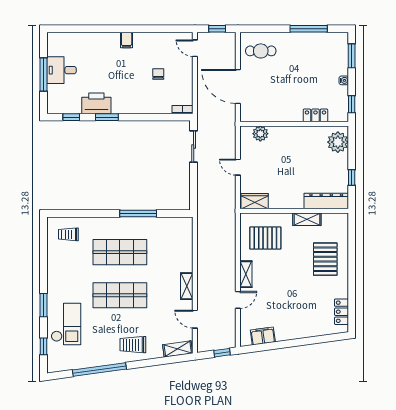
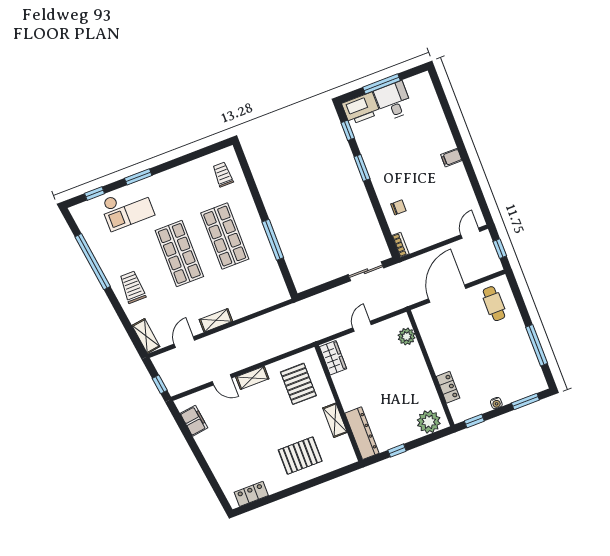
chair: (158, 74) -> (398, 207), moved
printer: (96, 103) -> (361, 108), moved, turned 90

